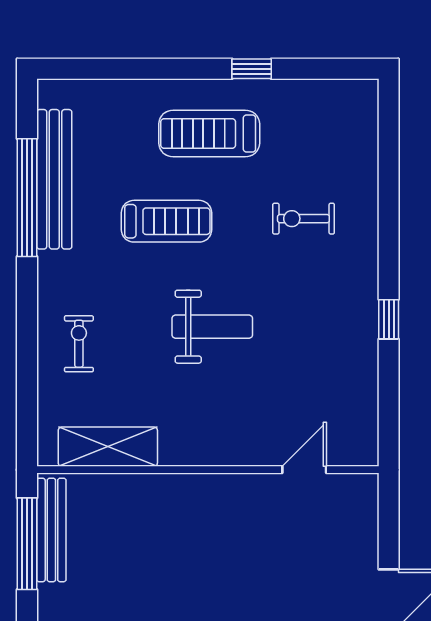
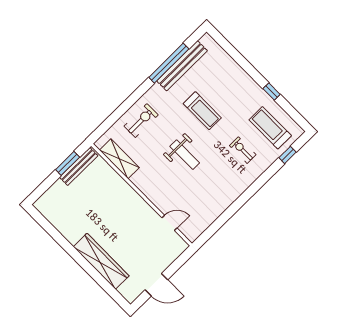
treadmill: (209, 133) -> (270, 128), moved
window: (389, 319) -> (287, 155), moved
exercise bike: (79, 344) -> (141, 121), width x1.38, depth x1.39
window: (27, 544) -> (68, 163), width x0.69

